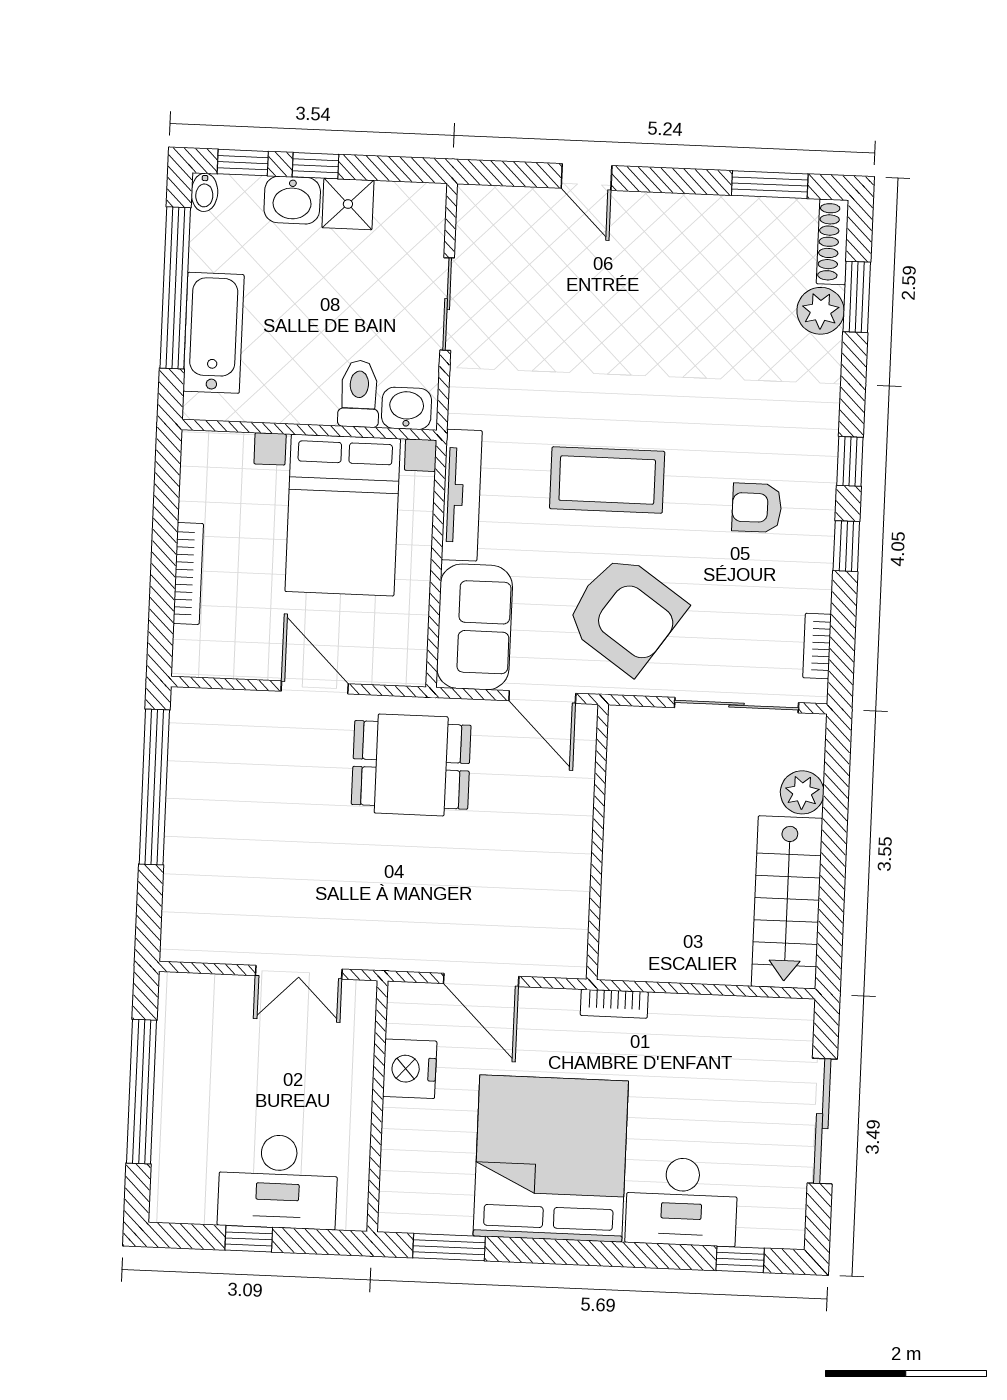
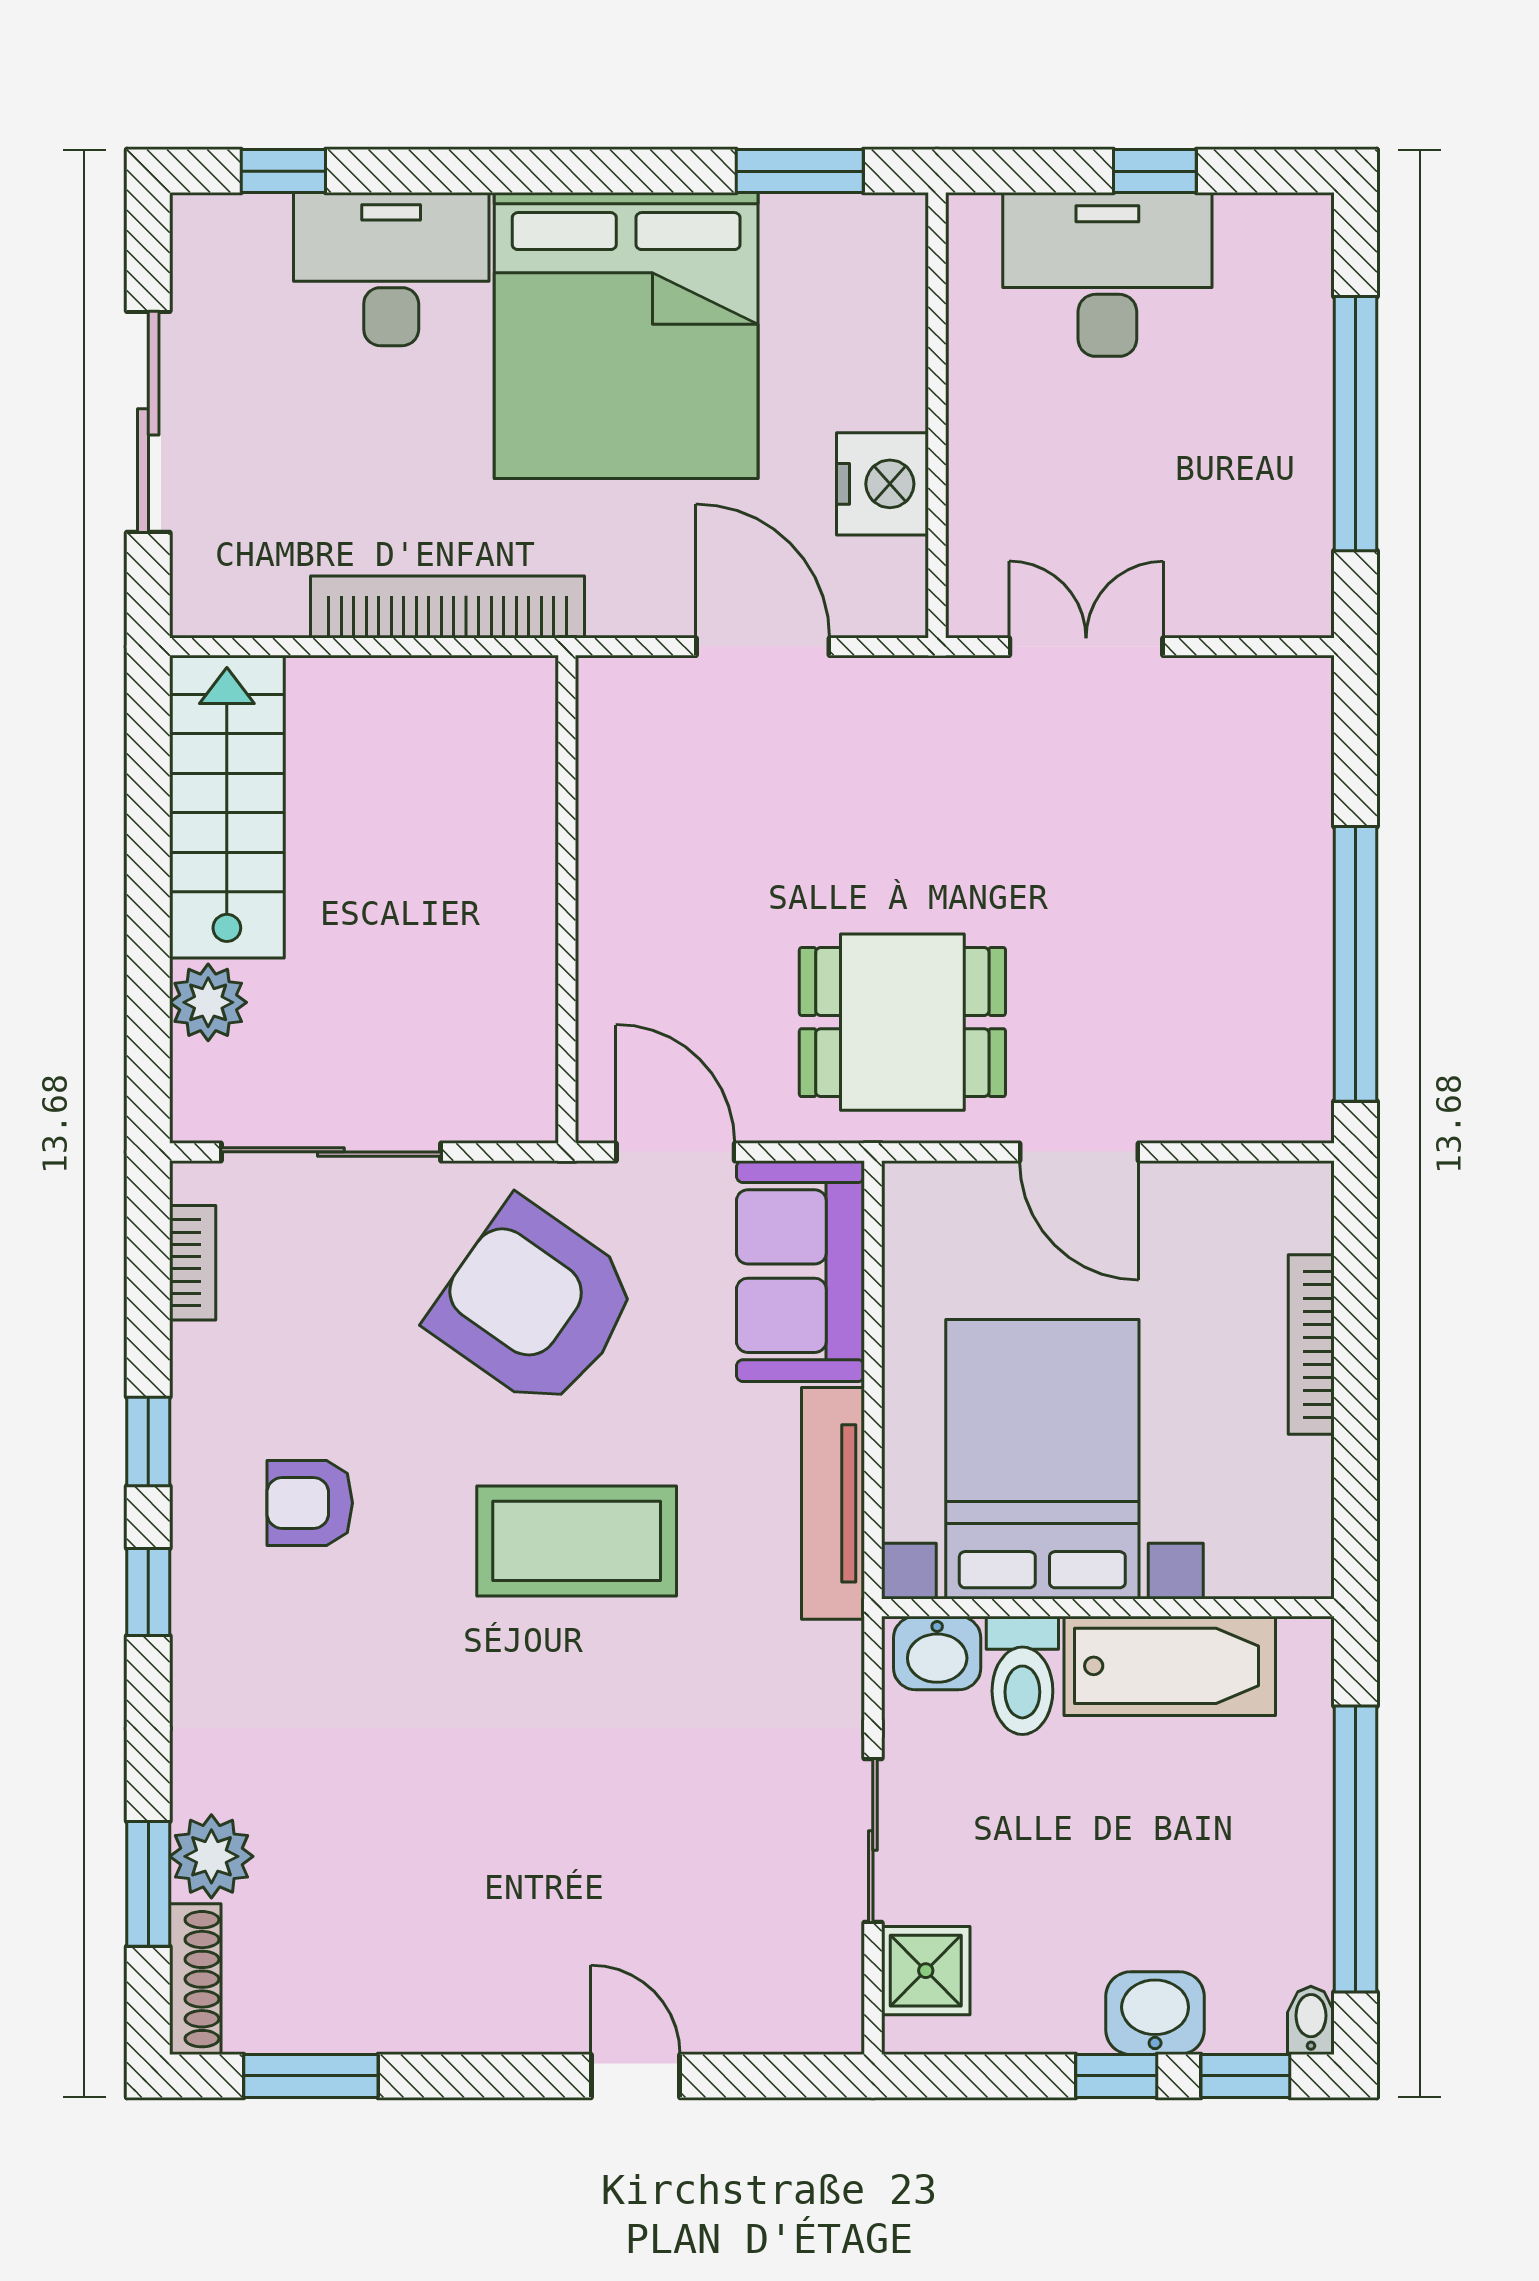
shower: (348, 204) -> (926, 1971), moved
bathtub: (214, 333) -> (1170, 1666), moved, turned -90
armchair: (757, 508) -> (310, 1503), turned 180
bookcase: (614, 1004) -> (447, 607), width x2.31, depth x1.31

